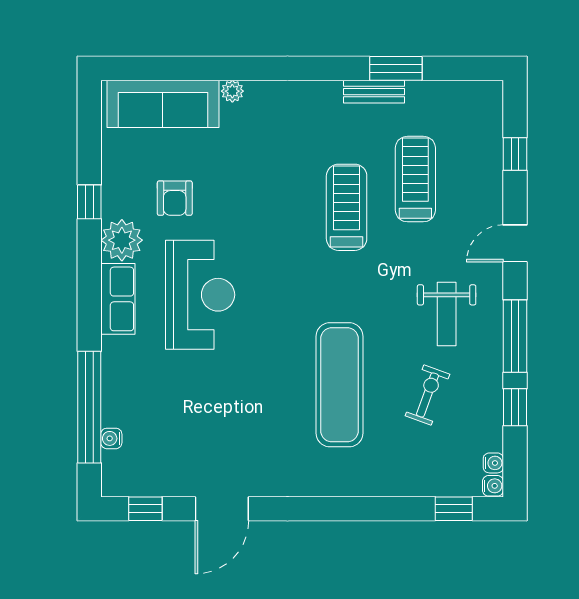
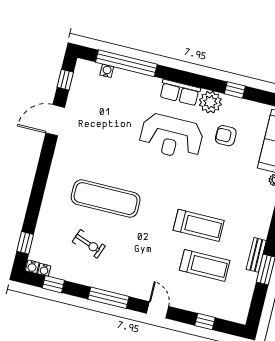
weight bench: (447, 314) -> (129, 264), removed
window: (515, 407) -> (53, 284), moved
door: (222, 509) -> (55, 120), hinge flipped

